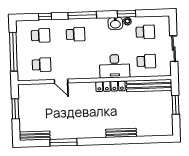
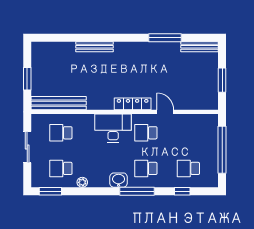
window: (126, 14) -> (50, 191), moved
washbasin: (115, 23) -> (119, 180), moved
school desk: (42, 65) -> (146, 133), moved
desk: (115, 66) -> (113, 128), moved
locker: (111, 86) -> (133, 104), moved

